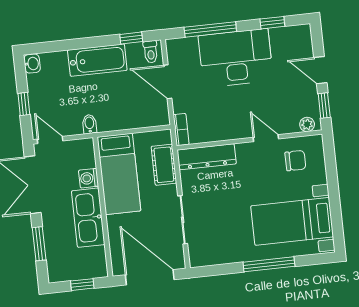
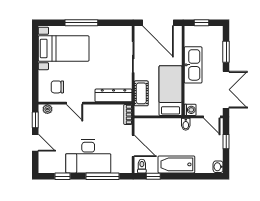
washing machine: (89, 178) -> (190, 110), moved

